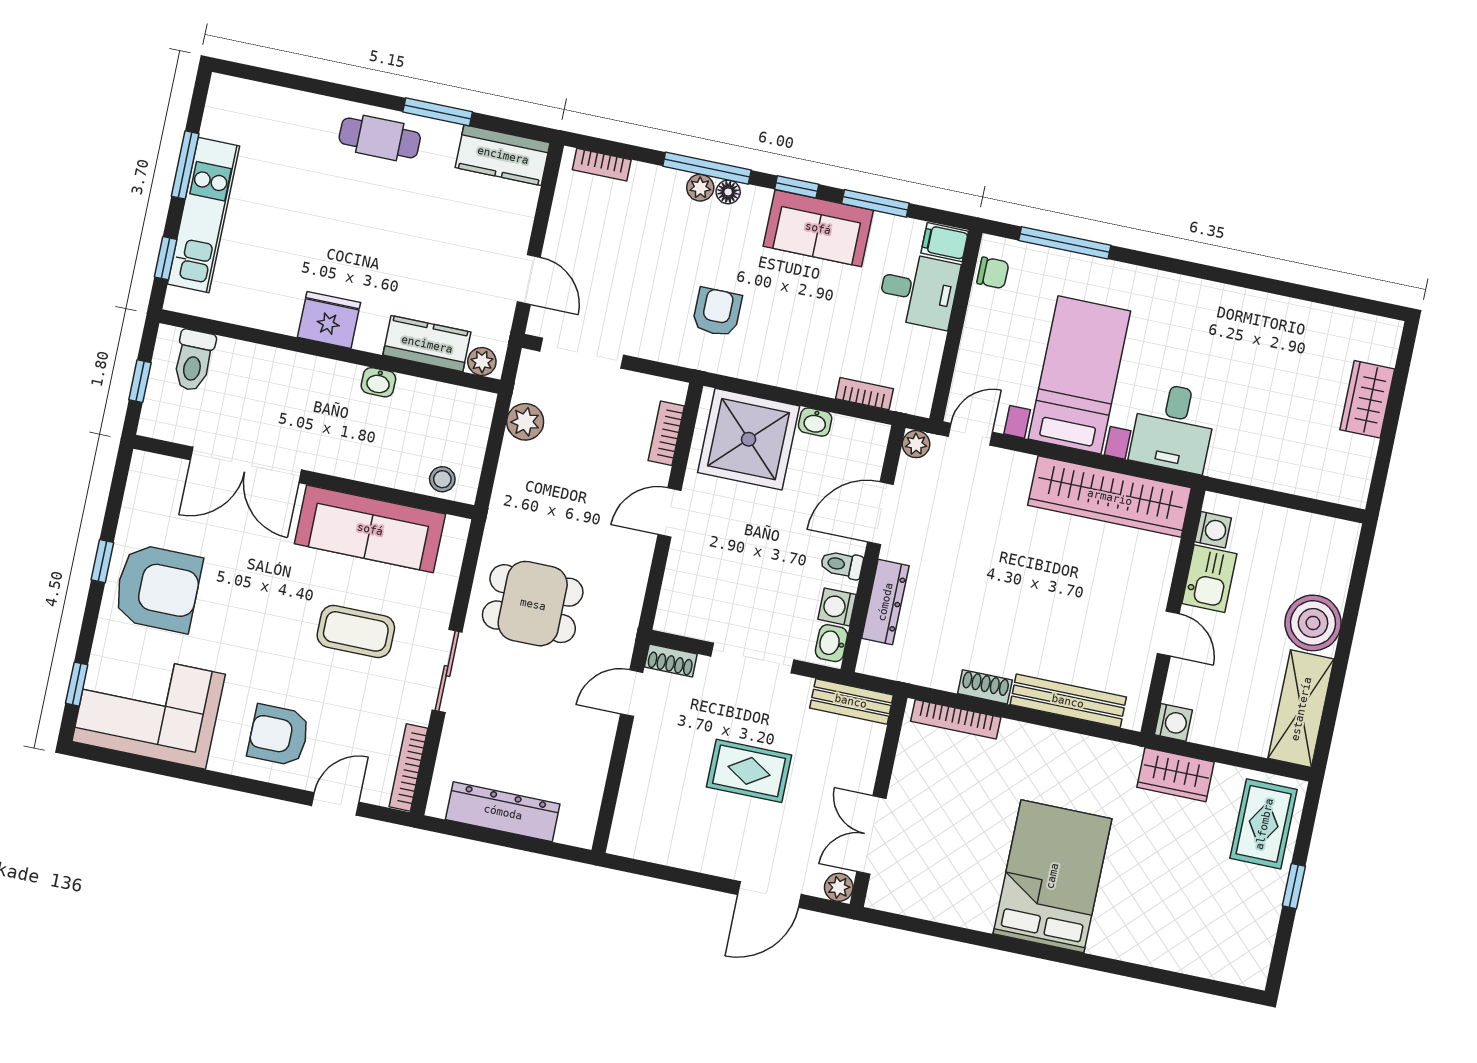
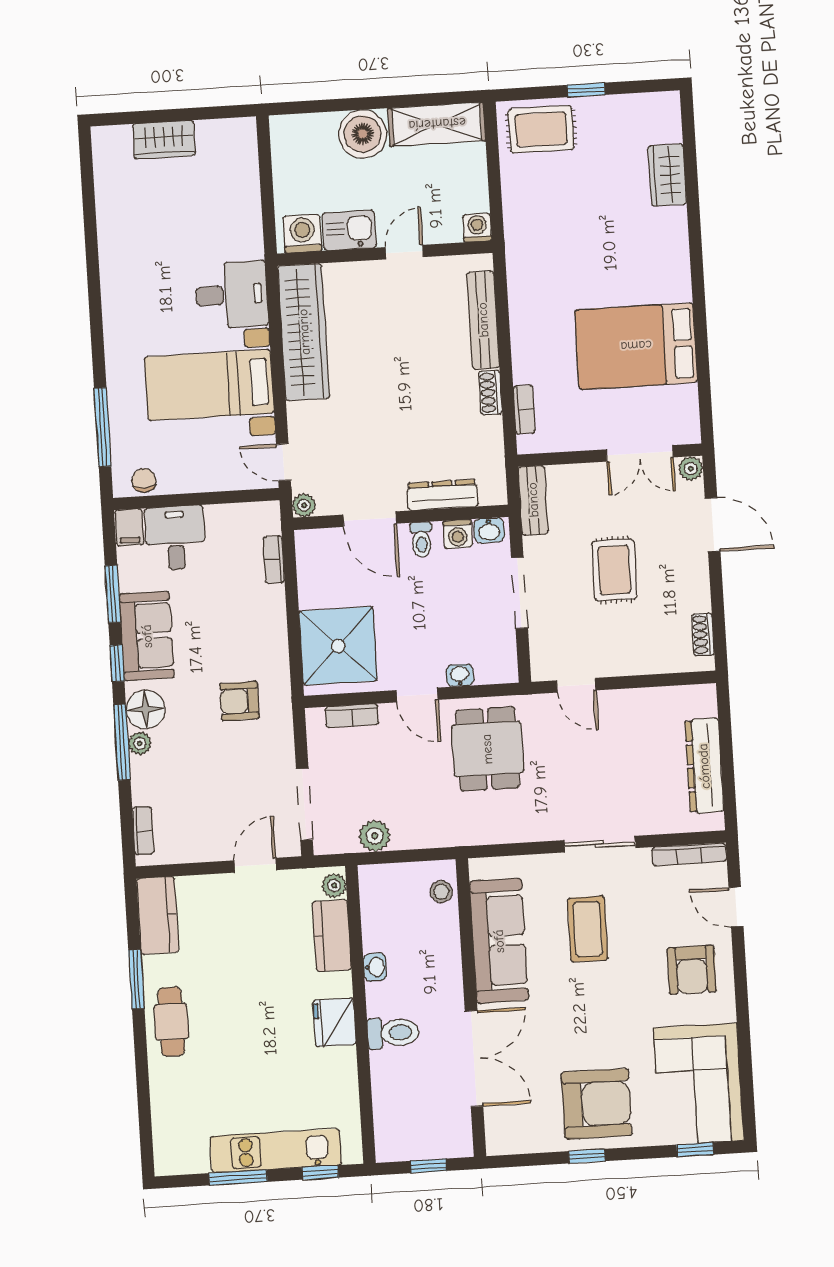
floor lamp: (728, 192) -> (145, 710), width x1.89, depth x1.89
toilet: (194, 360) -> (393, 1033), moved
washbasin: (815, 422) -> (460, 675), moved, turned -90
washing machine: (1213, 530) -> (302, 234), width x1.38, depth x1.38
armchair: (158, 588) -> (597, 1104), turned 90
dining table: (533, 604) -> (487, 749), moved
shoe rack: (671, 660) -> (703, 635), moved, turned 180
bookcase: (956, 719) -> (524, 409), width x0.64
wardrobe: (1176, 775) -> (667, 175), moved, turned 180
bed: (1052, 876) -> (636, 346), moved

